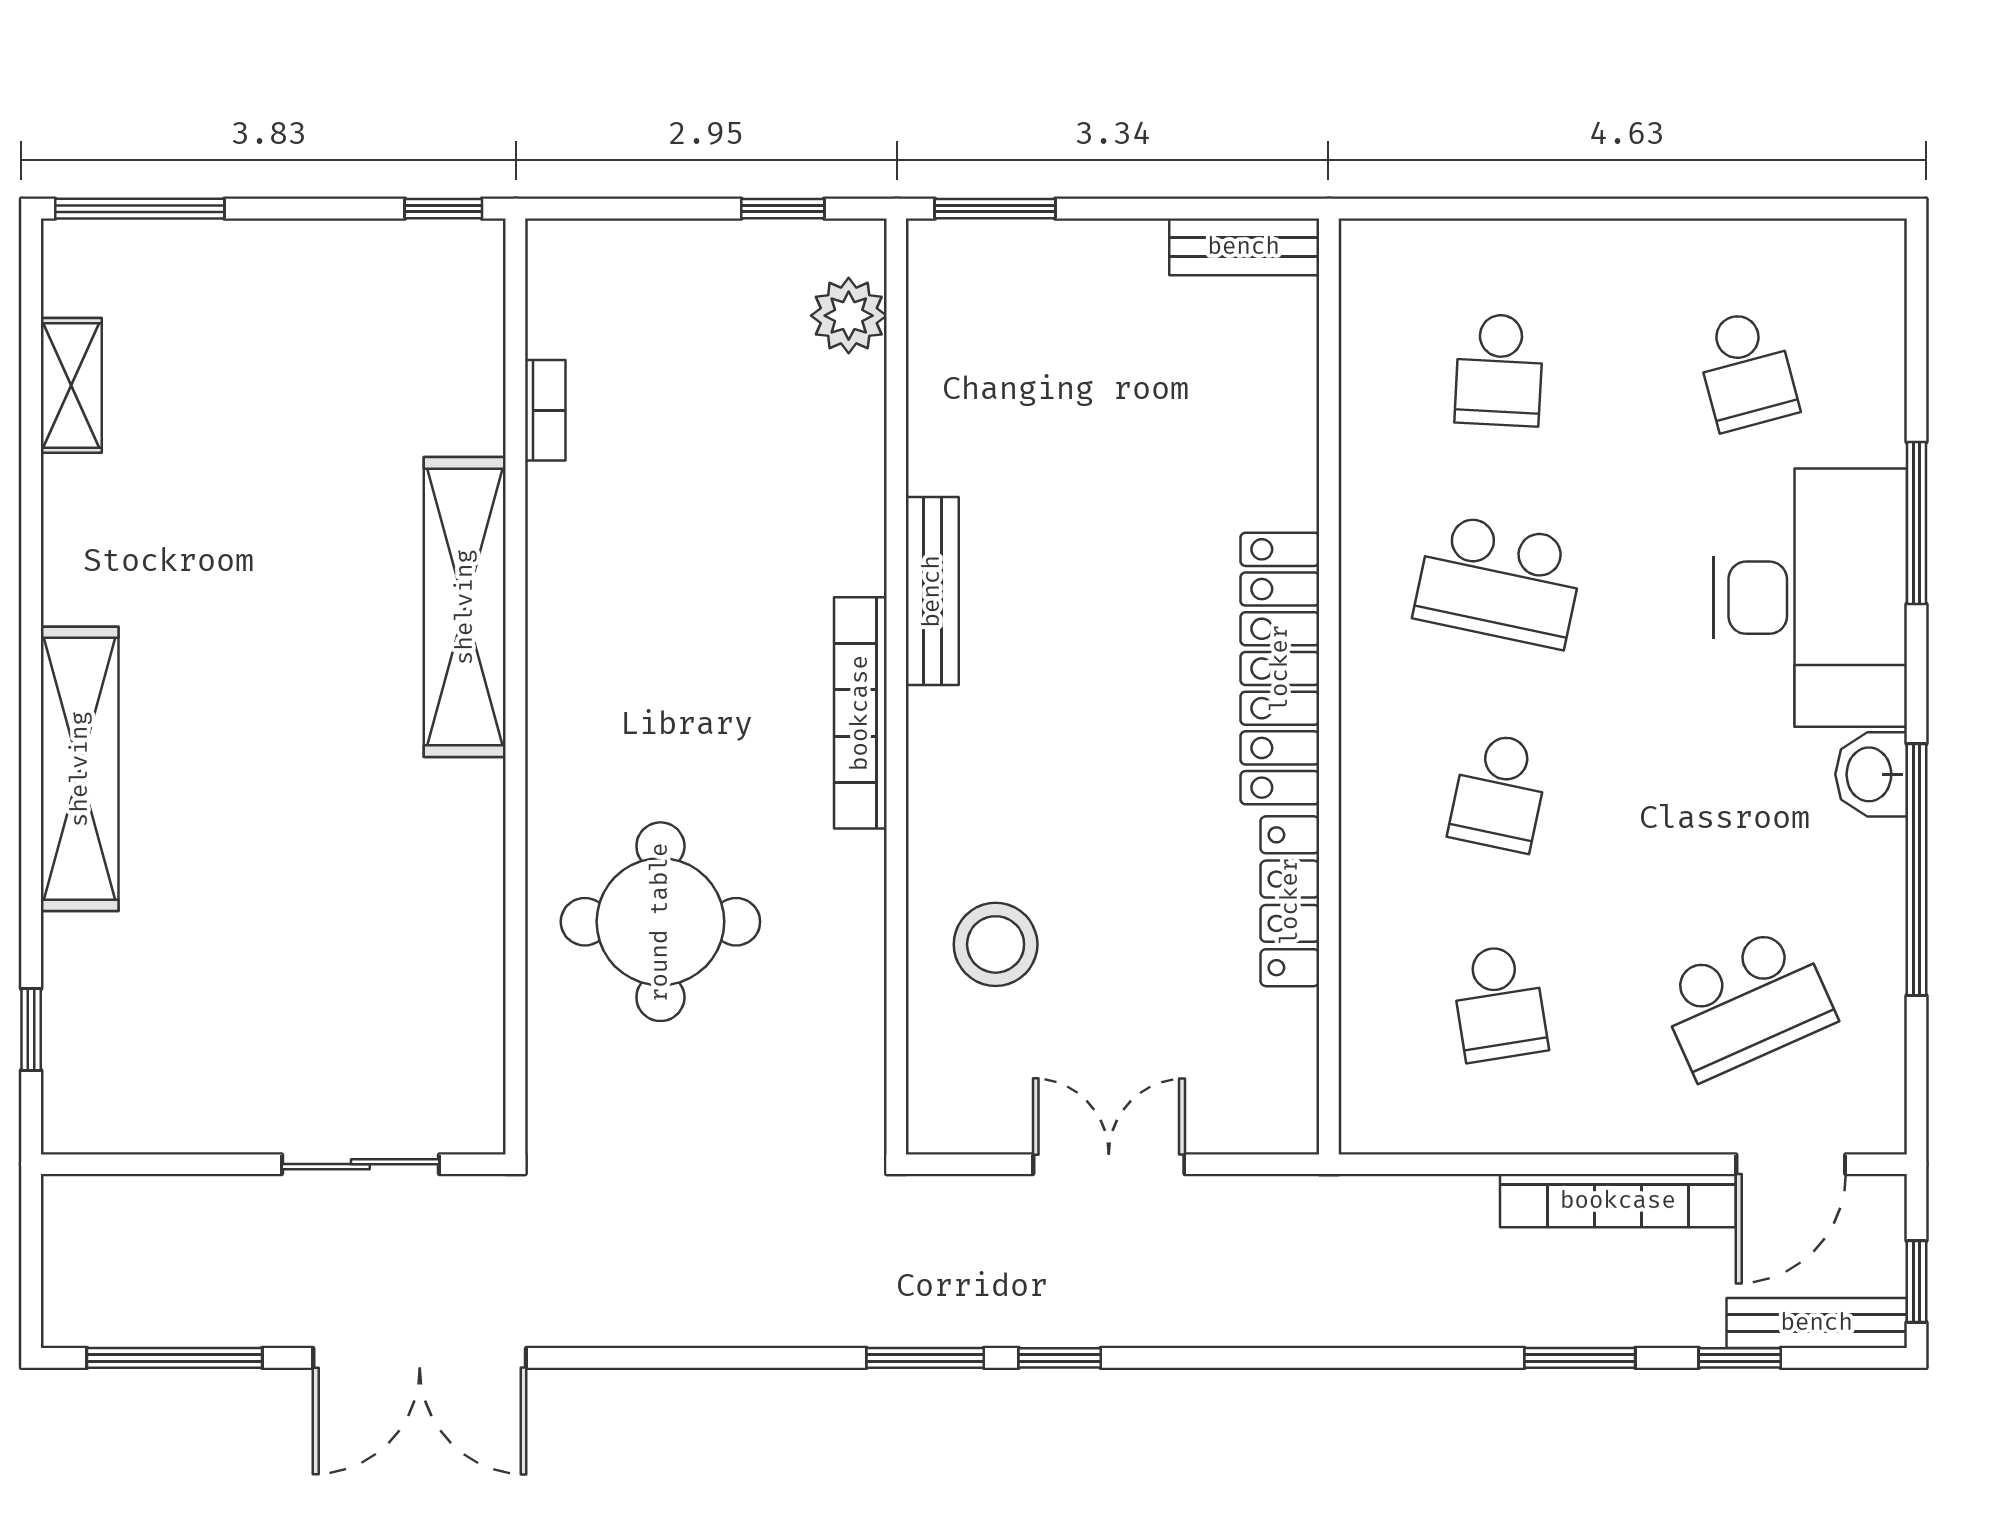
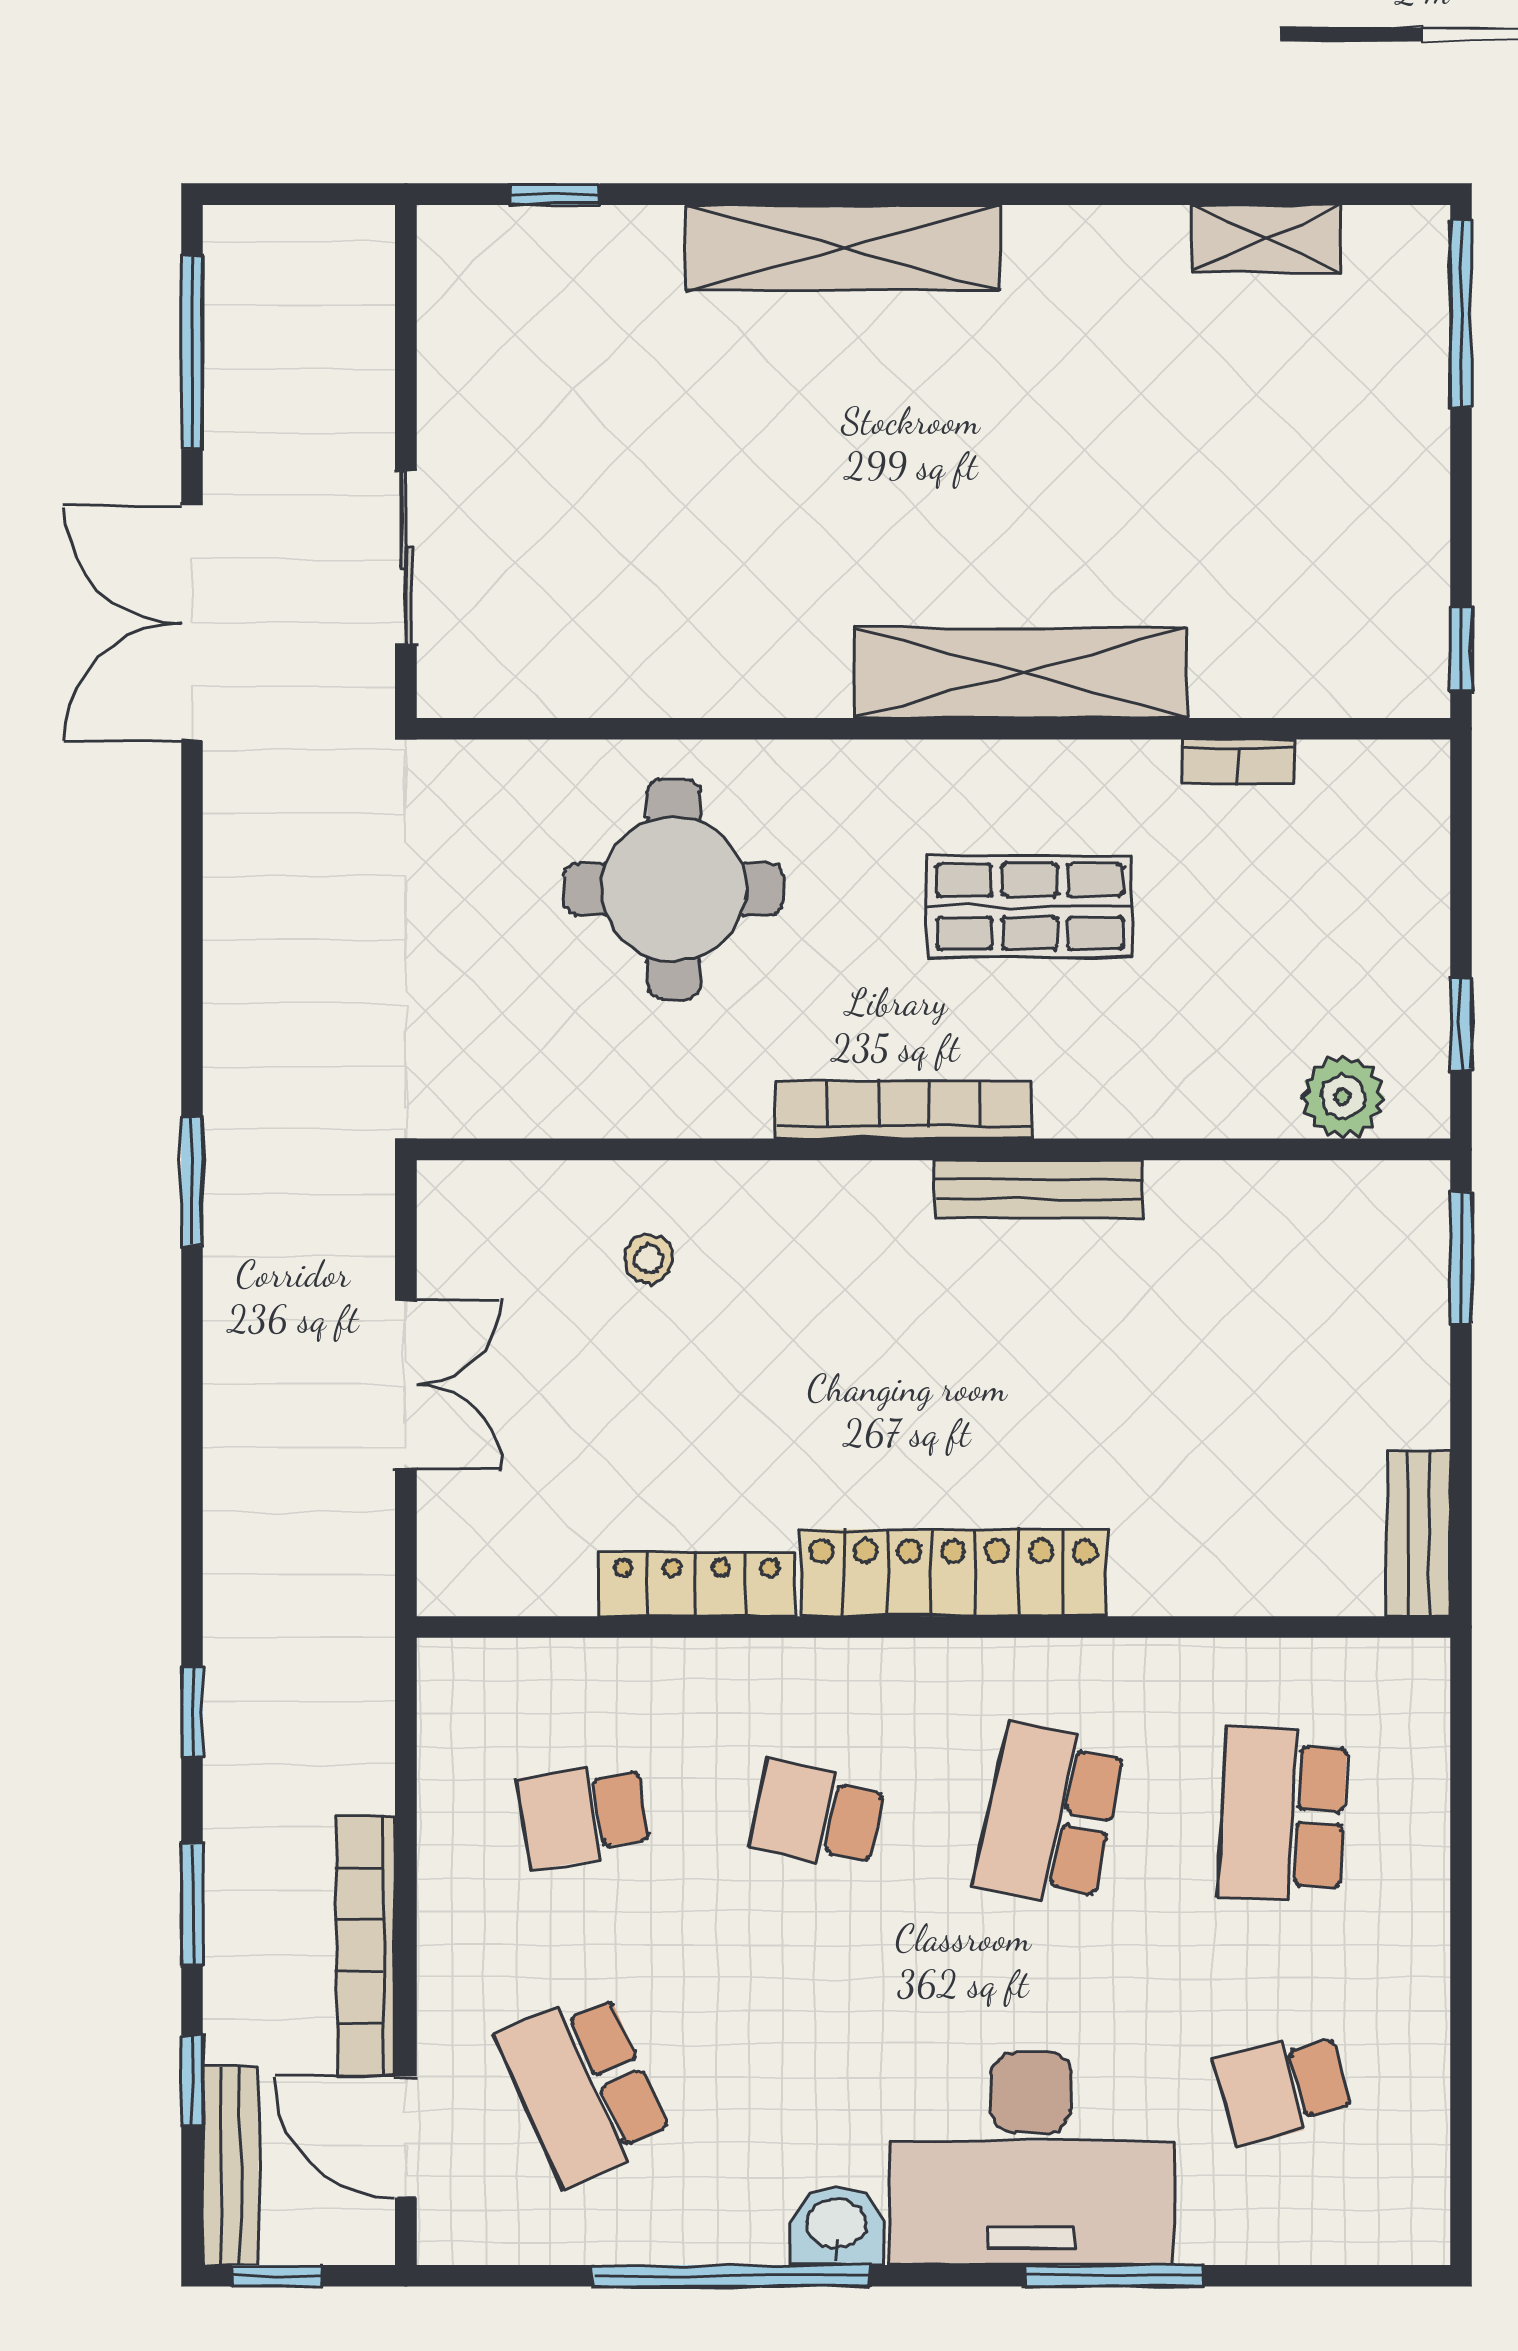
school desk: (1499, 370) -> (1283, 1815), width x1.85
shop shelf: (676, 599) -> (1030, 906), added
stool: (996, 944) -> (649, 1259), width x0.53, depth x0.53
window: (1060, 1358) -> (192, 1712), moved

